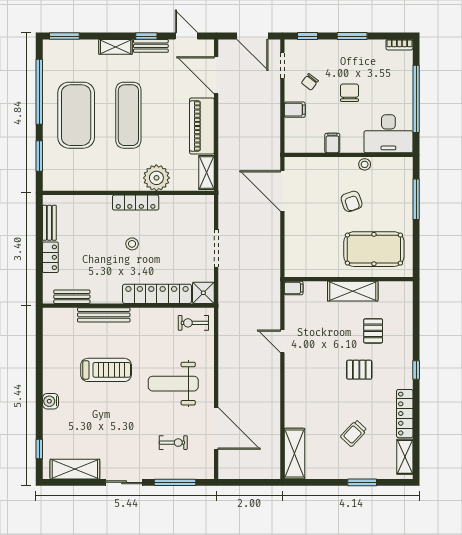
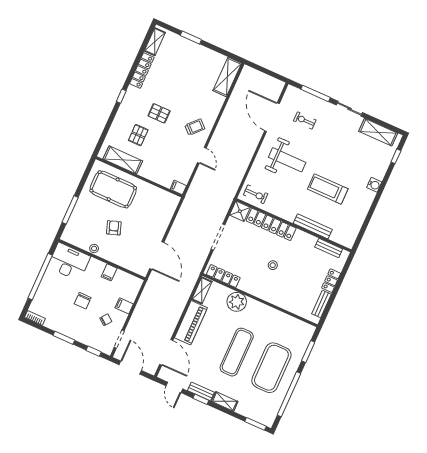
locker: (136, 203) -> (223, 276), moved
shelving: (353, 291) -> (123, 160), moved
trolley: (354, 433) -> (195, 127), moved

